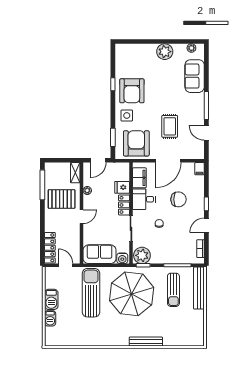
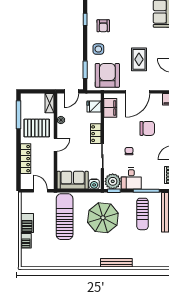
armchair: (132, 91) -> (103, 26), width x0.53, depth x0.53
fridge: (122, 187) -> (94, 107), moved
desk: (144, 199) -> (131, 179), moved, turned -90
locker: (50, 248) -> (26, 159), moved
parasol: (132, 294) -> (103, 218), width x0.73, depth x0.73

